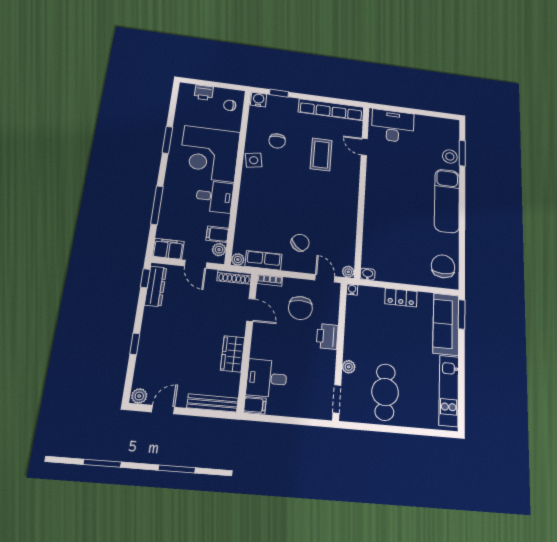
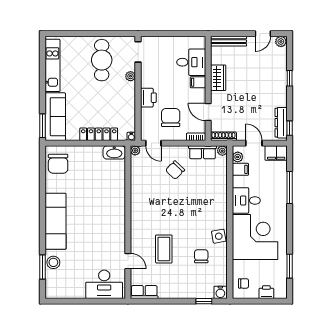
row of seats: (331, 110) -> (144, 292), width x0.50
window: (167, 140) -> (290, 266), moved
washbasin: (368, 274) -> (114, 152), width x1.91, depth x1.45
locker: (401, 298) -> (99, 134), width x1.53
filing cabinet: (255, 405) -> (198, 82), moved

